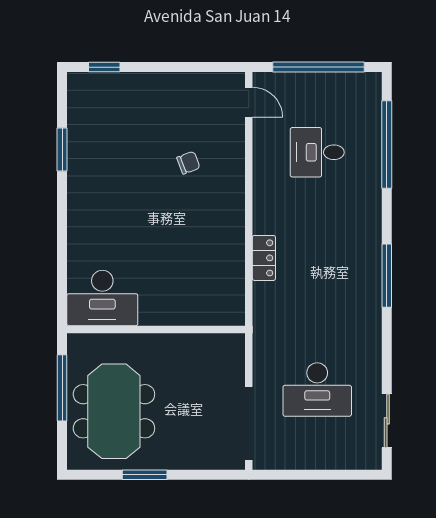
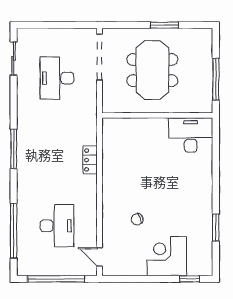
corner desk: (141, 104) -> (167, 256), added
desk: (317, 152) -> (57, 226), width x1.37
desk: (317, 390) -> (57, 78), turned -90
meeting table: (114, 411) -> (152, 70), moved

